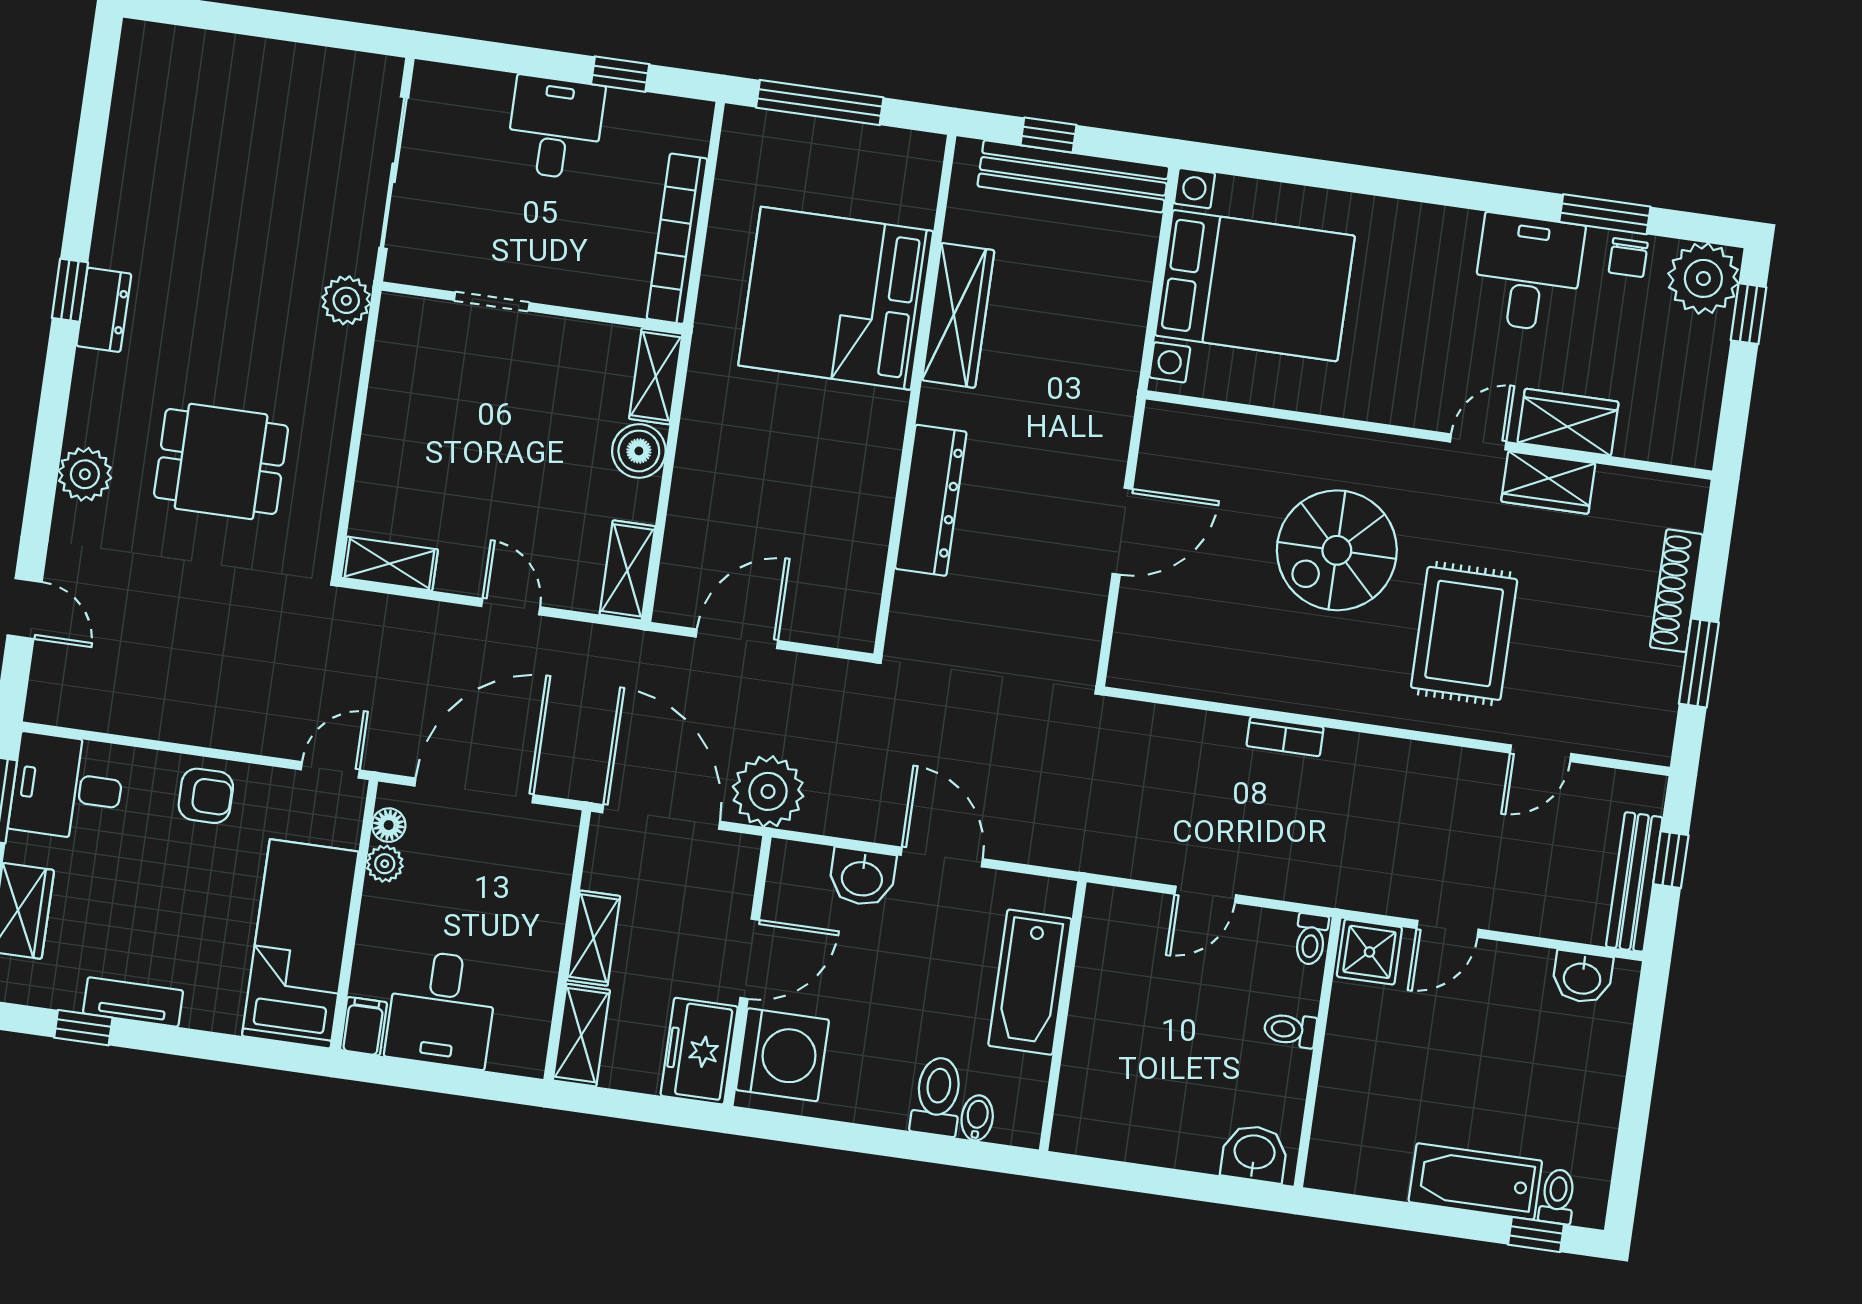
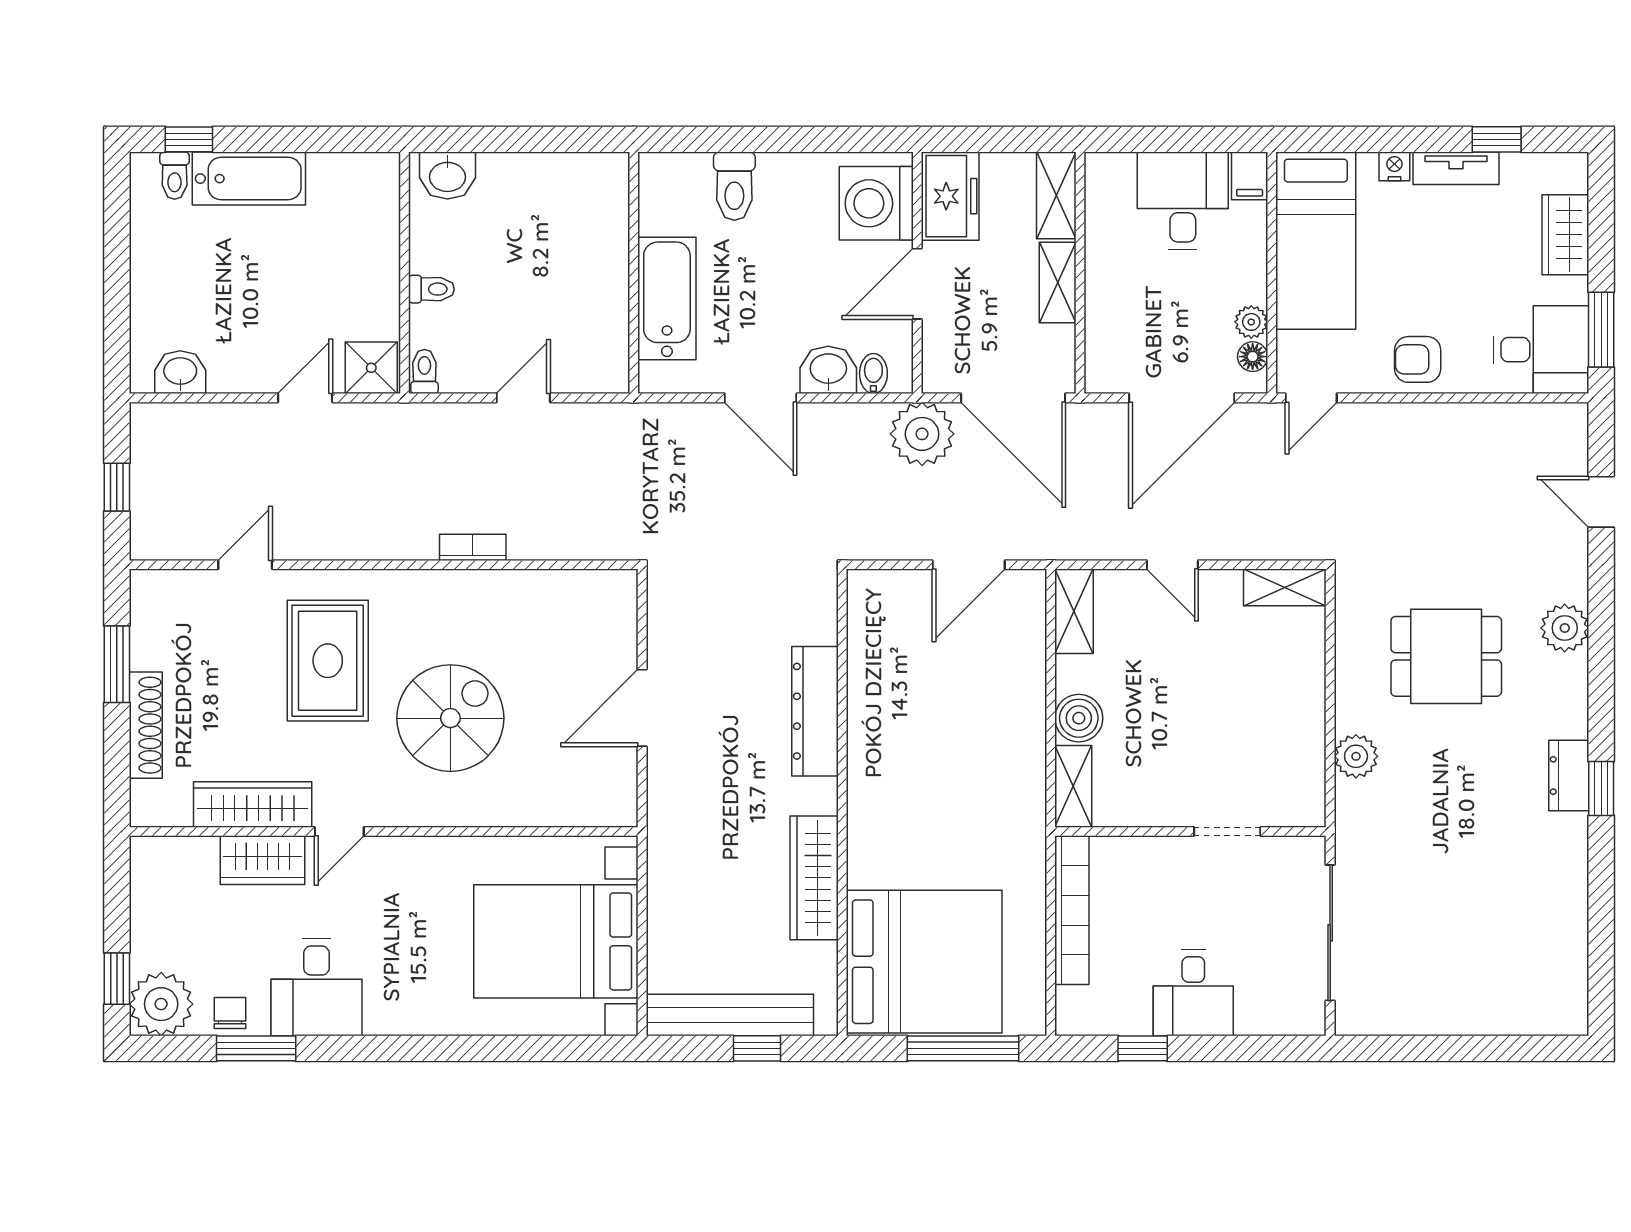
bed: (836, 298) -> (924, 962), moved
plant: (346, 300) -> (1356, 756), moved
wardrobe: (1548, 482) -> (253, 805), width x1.50
bench: (1634, 882) -> (146, 463), removed
nightstand: (201, 1014) -> (1394, 166), added
bidet: (977, 1118) -> (873, 374), moved, turned 180

